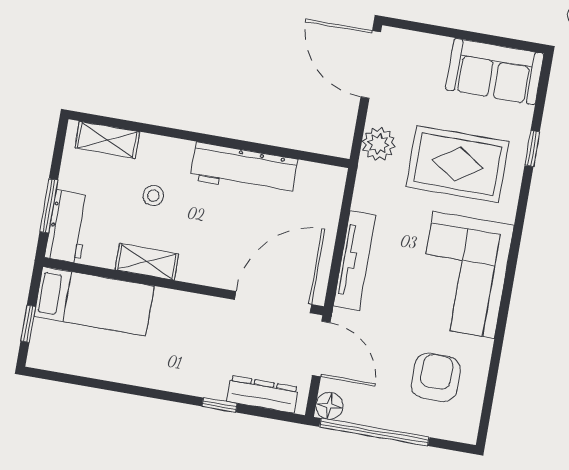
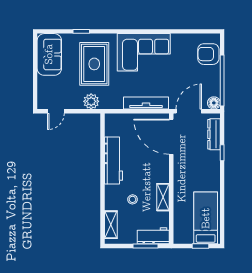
door: (371, 64) -> (56, 111), width x0.53
bed: (94, 301) -> (206, 218), moved
armchair: (436, 377) -> (208, 54), moved

